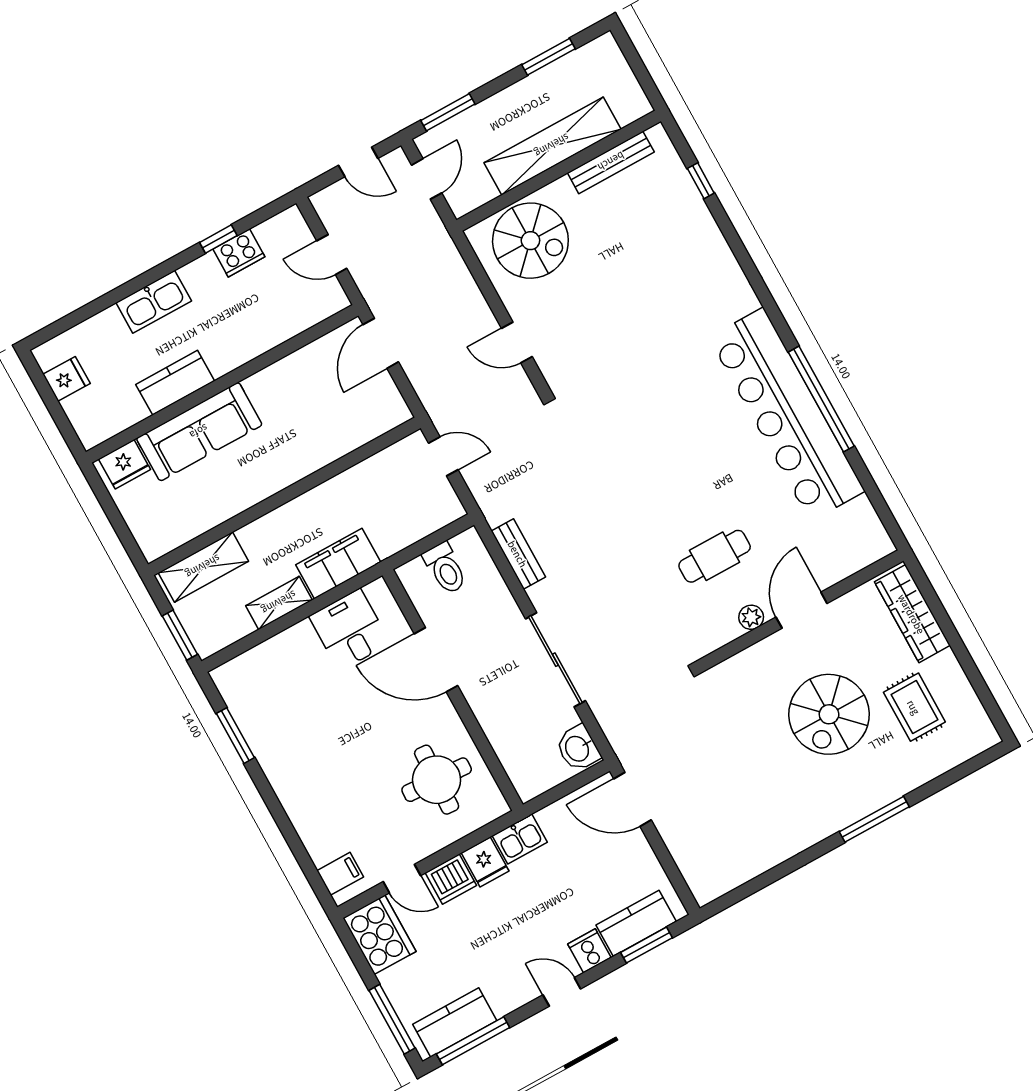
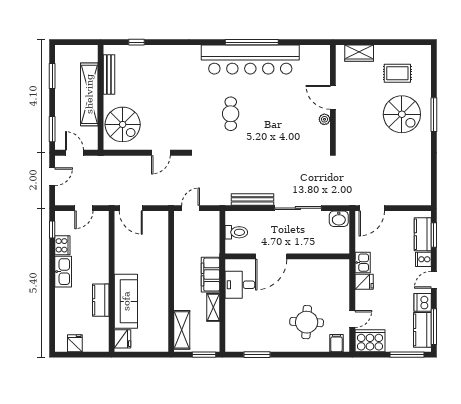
window: (218, 239) -> (52, 229), moved
spiral stairs: (530, 241) -> (123, 124), turned 90
kitchen sink: (154, 302) -> (63, 272), moved
bench: (518, 554) -> (252, 199), width x1.36
cafe table: (715, 556) -> (231, 114), moved
wardrobe: (912, 614) -> (359, 53), width x0.67
spiral stairs: (829, 714) -> (402, 114), moved
round table: (437, 780) -> (307, 322), moved
dishwasher: (451, 879) -> (423, 302), moved, turned 180

